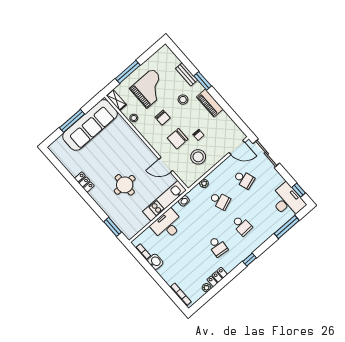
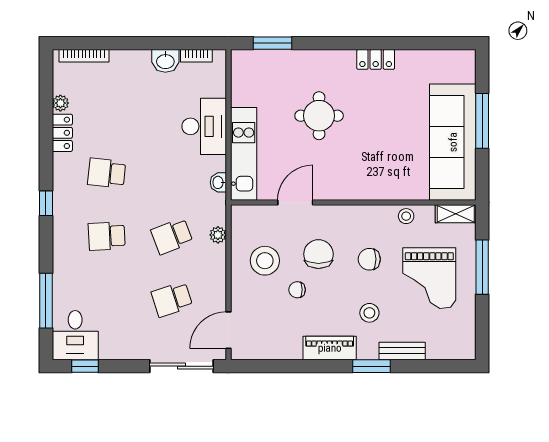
desk: (287, 201) -> (75, 335), width x0.73

